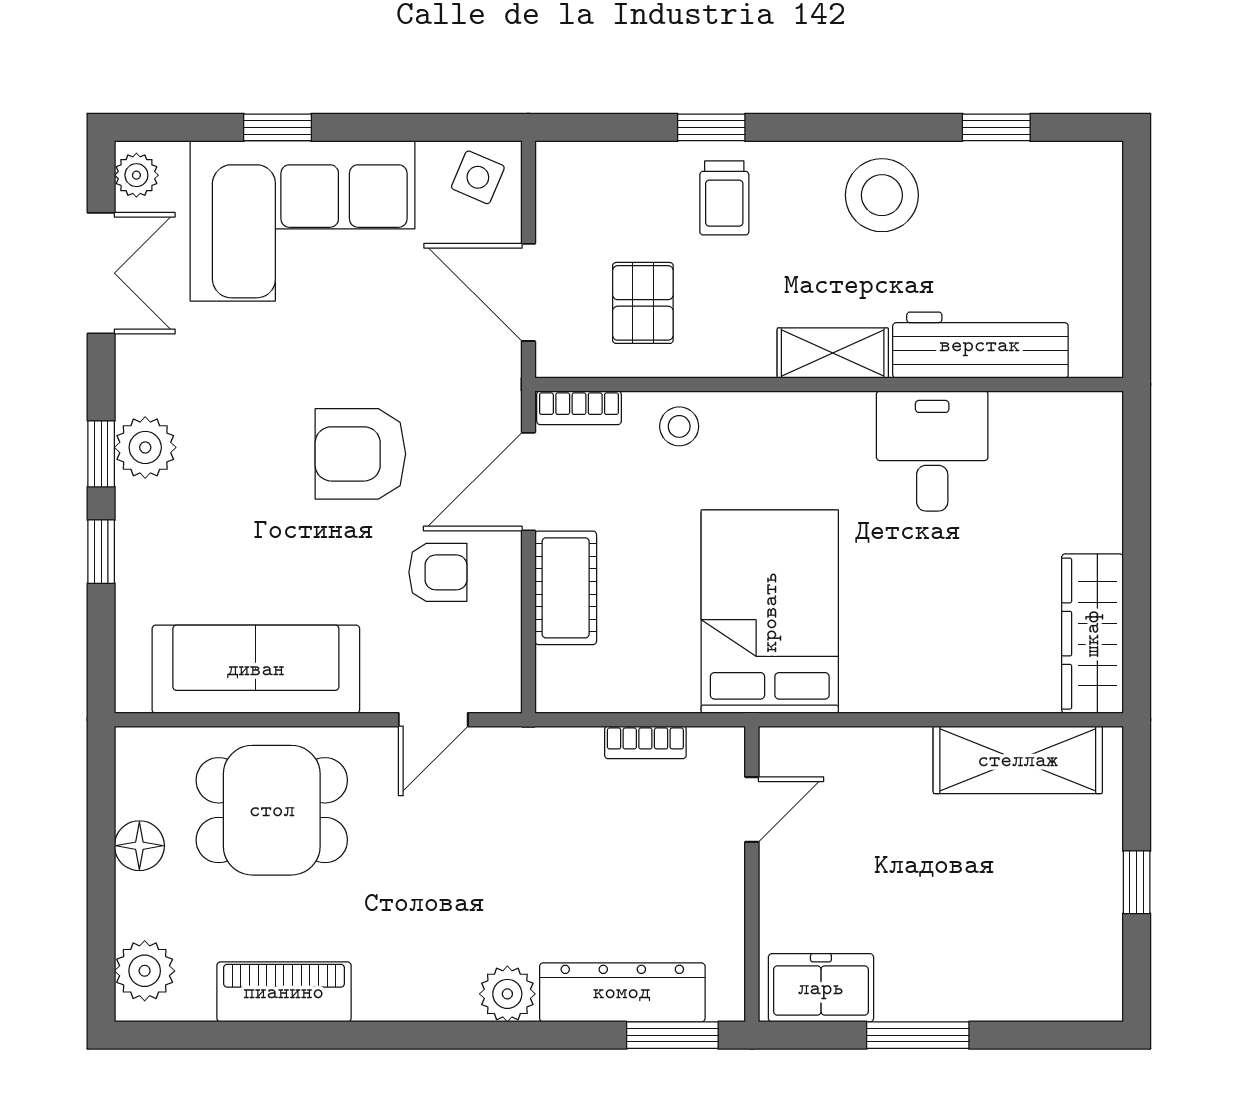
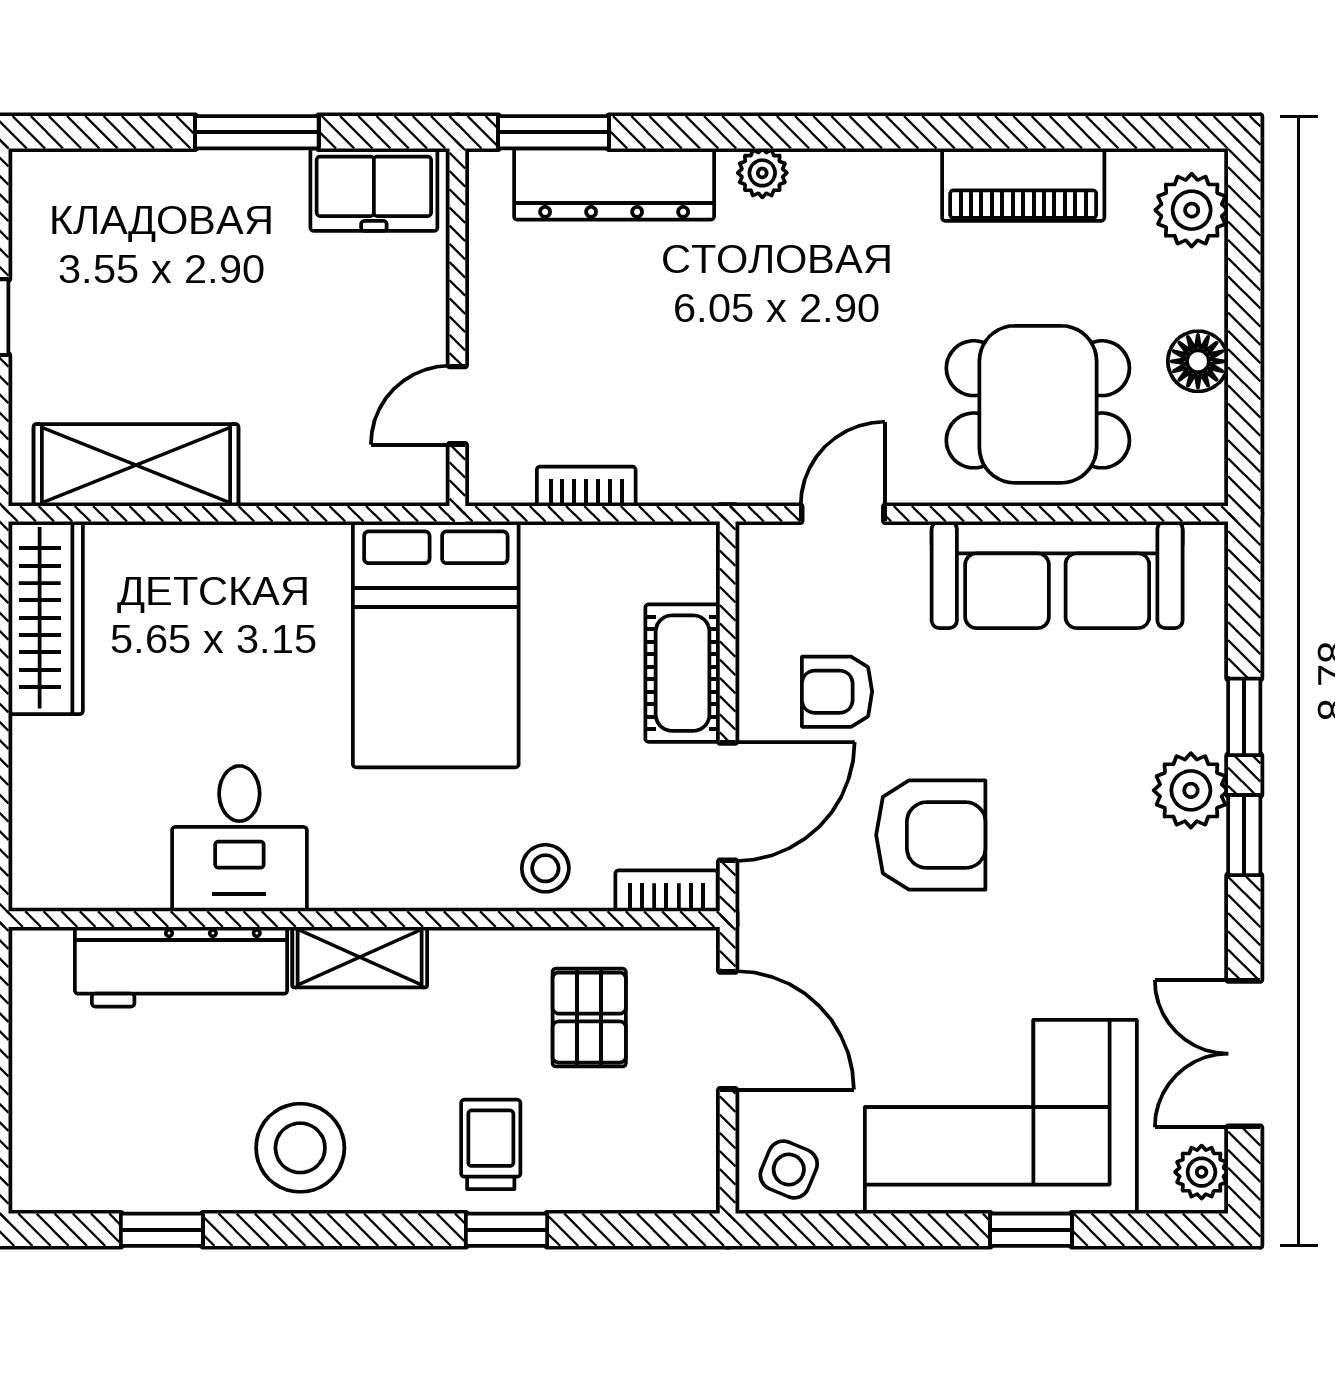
plant: (145, 447) -> (1191, 790), moved
plant: (507, 994) -> (762, 173), width x0.73, depth x0.73

